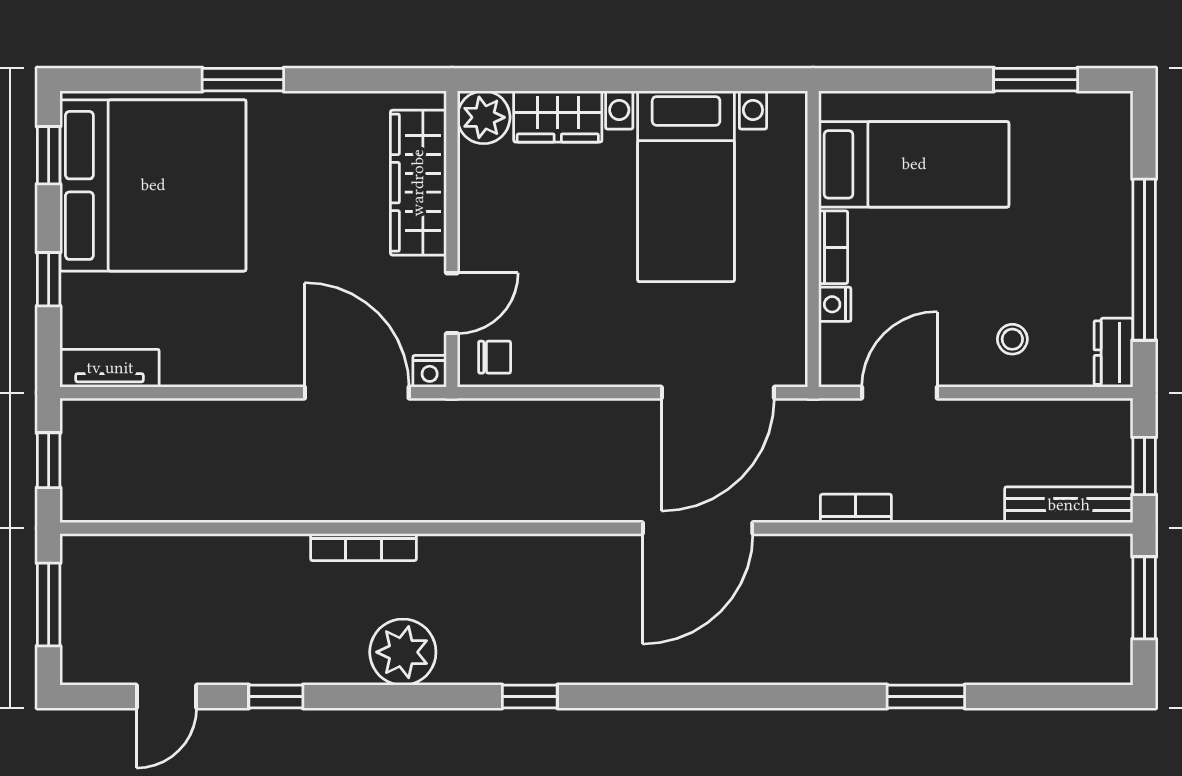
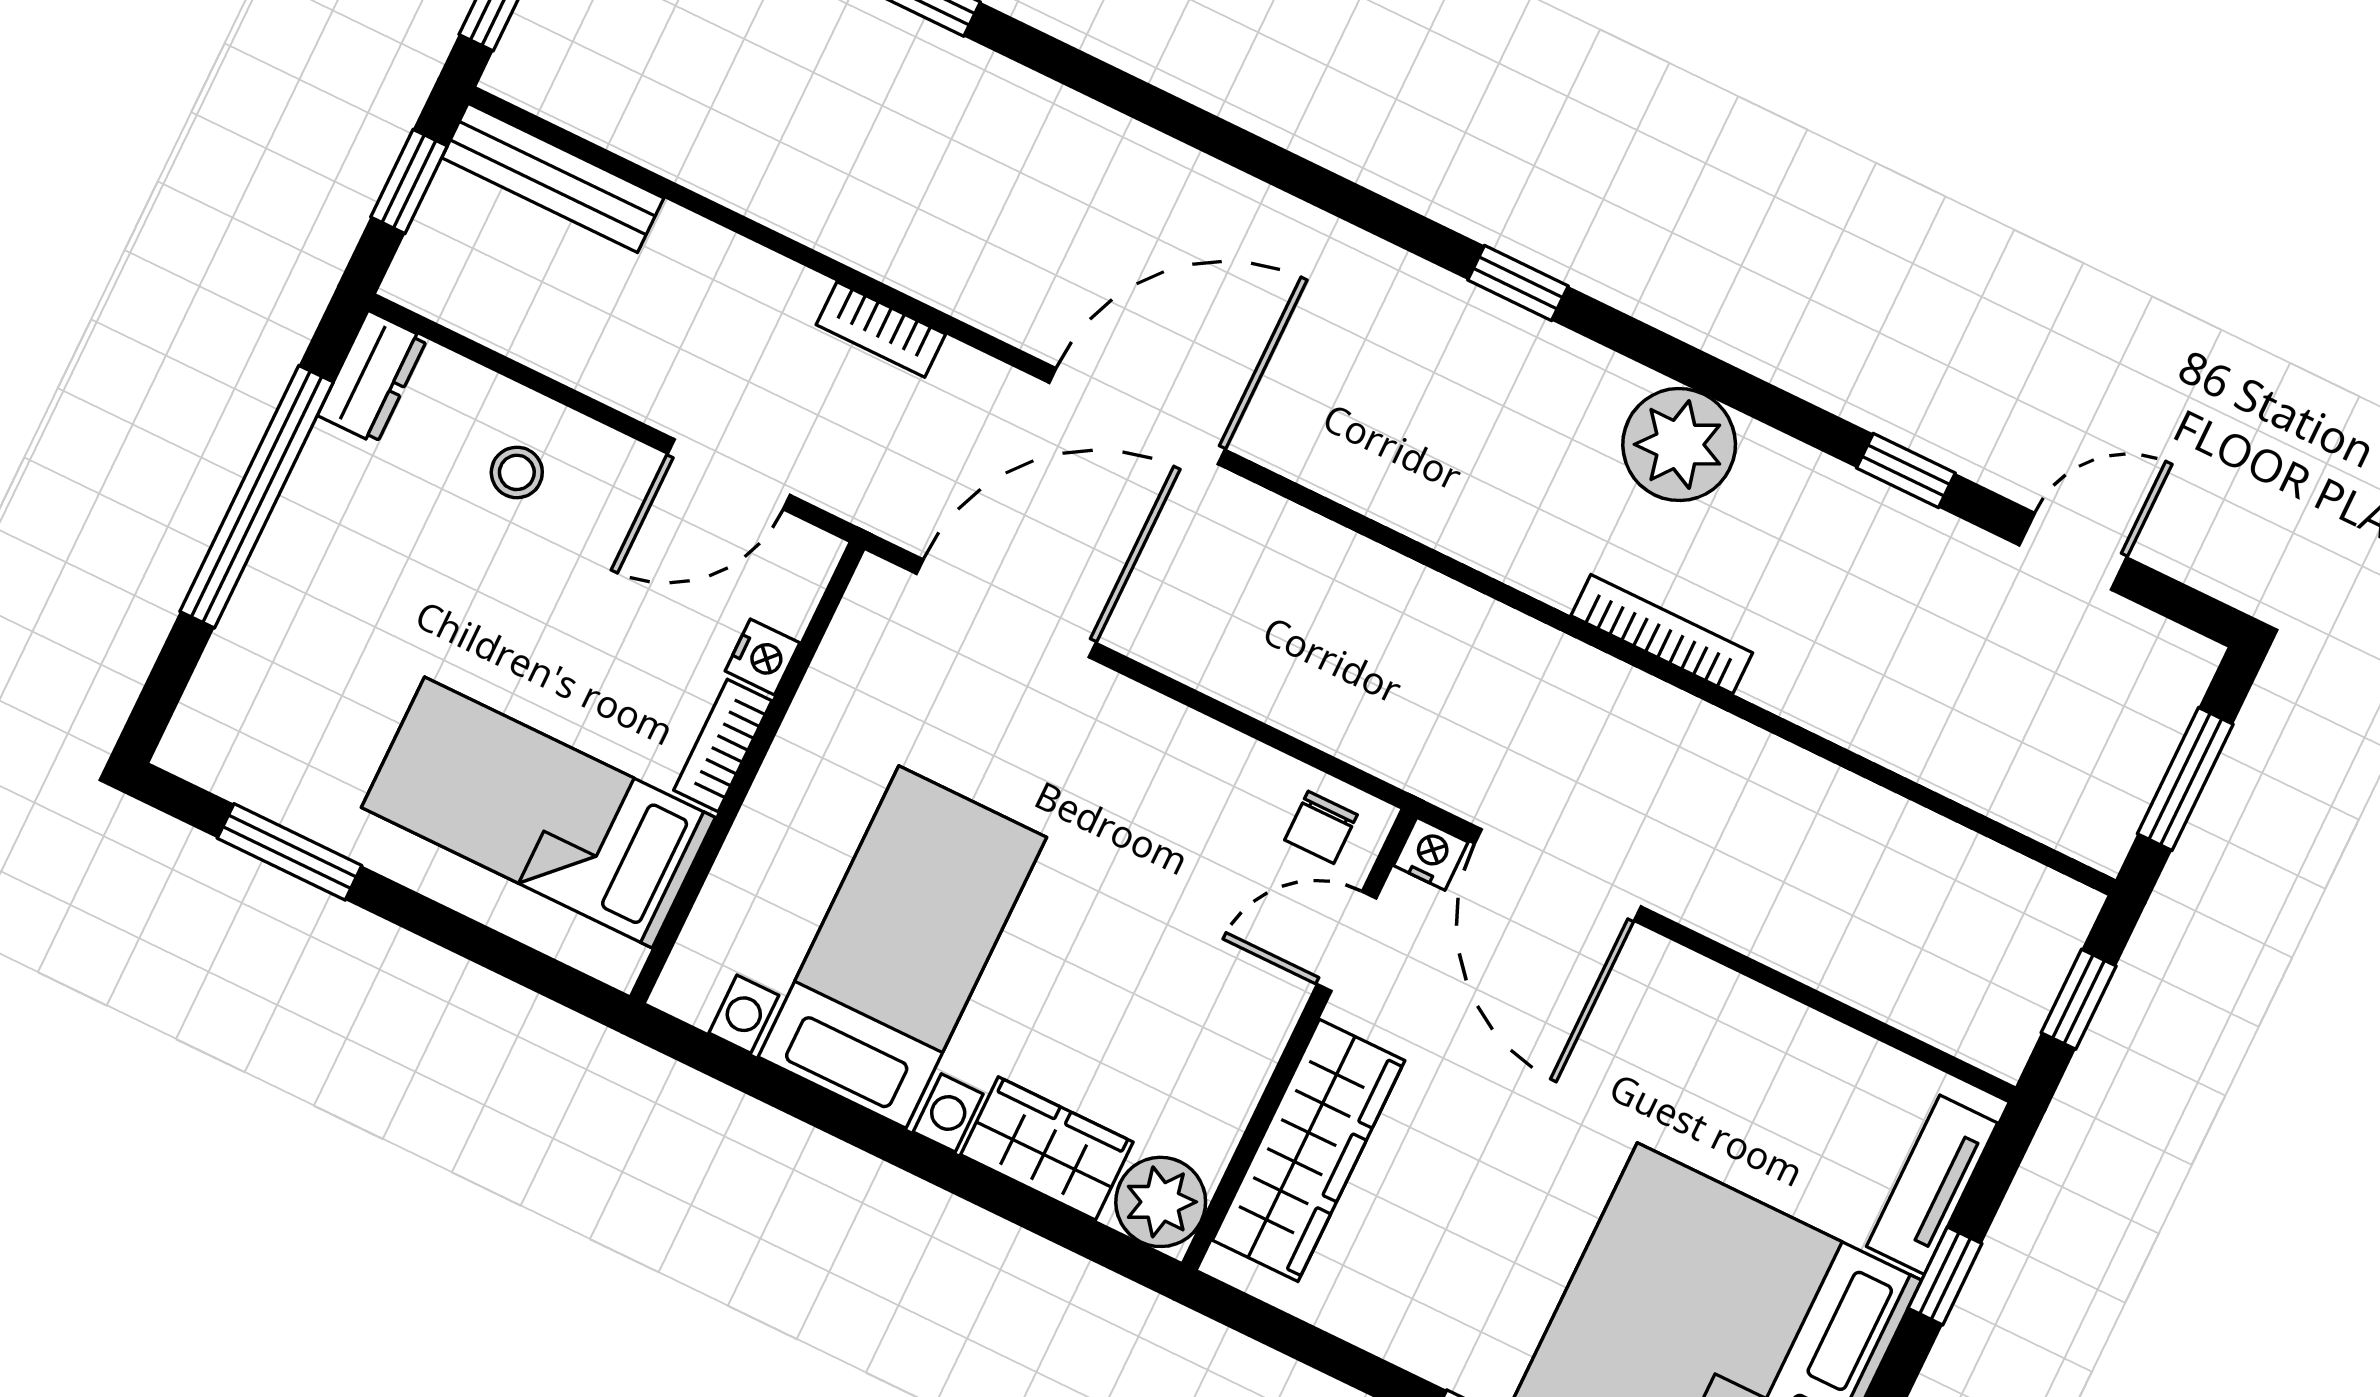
chair: (495, 357) -> (1321, 827), turned -90
tv unit: (110, 368) -> (1932, 1185), moved, turned 90

